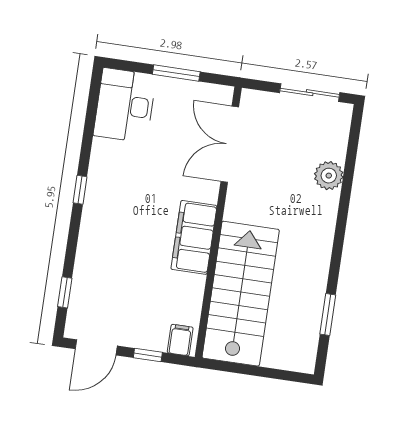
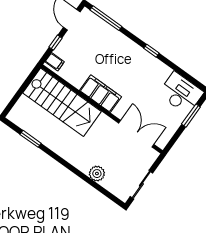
window: (176, 73) -> (191, 116), moved
window: (65, 292) -> (106, 18), width x2.17

